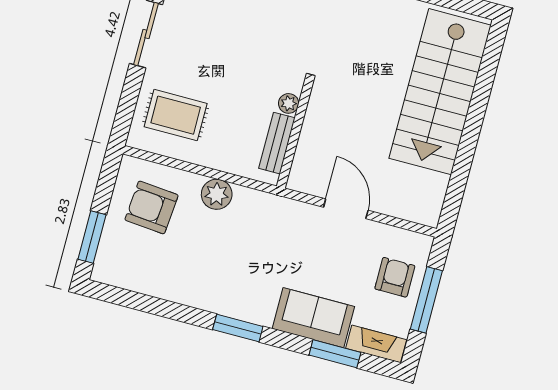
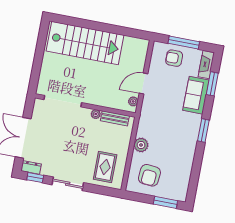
plant: (310, 184) -> (133, 101), added

